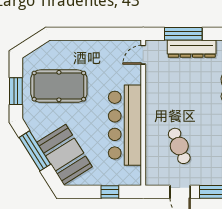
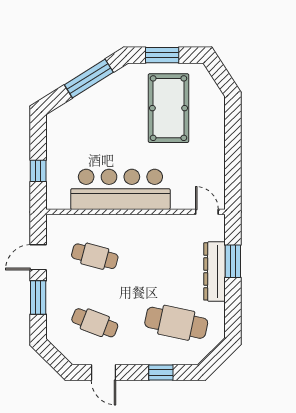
window: (183, 34) -> (233, 261), width x0.69
cafe table: (179, 146) -> (95, 256), turned 36
booth: (65, 155) -> (84, 115), removed

